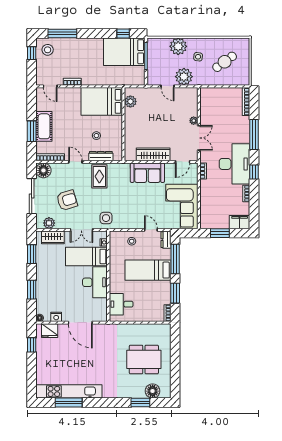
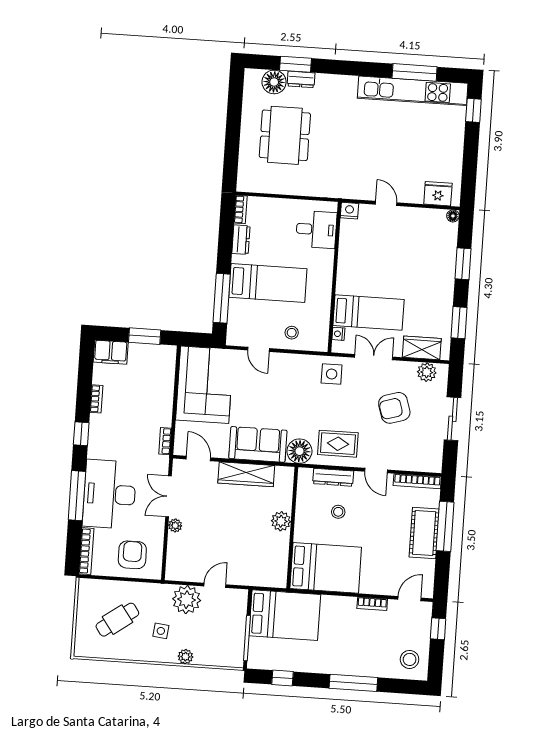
window: (62, 33) -> (353, 683), moved
plant: (178, 46) -> (185, 657), width x0.53, depth x0.53
bed: (124, 52) -> (285, 615), moved
window: (32, 53) -> (438, 629), moved
door: (50, 86) -> (409, 599), hinge flipped
door: (168, 86) -> (215, 585), hinge flipped
plant: (130, 101) -> (281, 521), moved
armchair: (218, 101) -> (132, 555), added
window: (32, 131) -> (445, 526), width x1.44
door: (183, 162) -> (198, 458), hinge flipped
desk: (234, 164) -> (110, 494), moved
floor lamp: (43, 170) -> (299, 451), moved
rug: (99, 176) -> (338, 444), turned 90
sliding door: (32, 196) -> (452, 419), width x0.73
dresser: (166, 240) -> (241, 240), moved
desk: (95, 282) -> (357, 269), removed
window: (175, 293) -> (225, 242), removed
nightstand: (56, 317) -> (349, 211), moved
door: (80, 323) -> (386, 203), width x0.53
window: (32, 345) -> (473, 110), moved
dining table: (144, 359) -> (285, 135), turned 90
dresser: (136, 394) -> (301, 79), added

